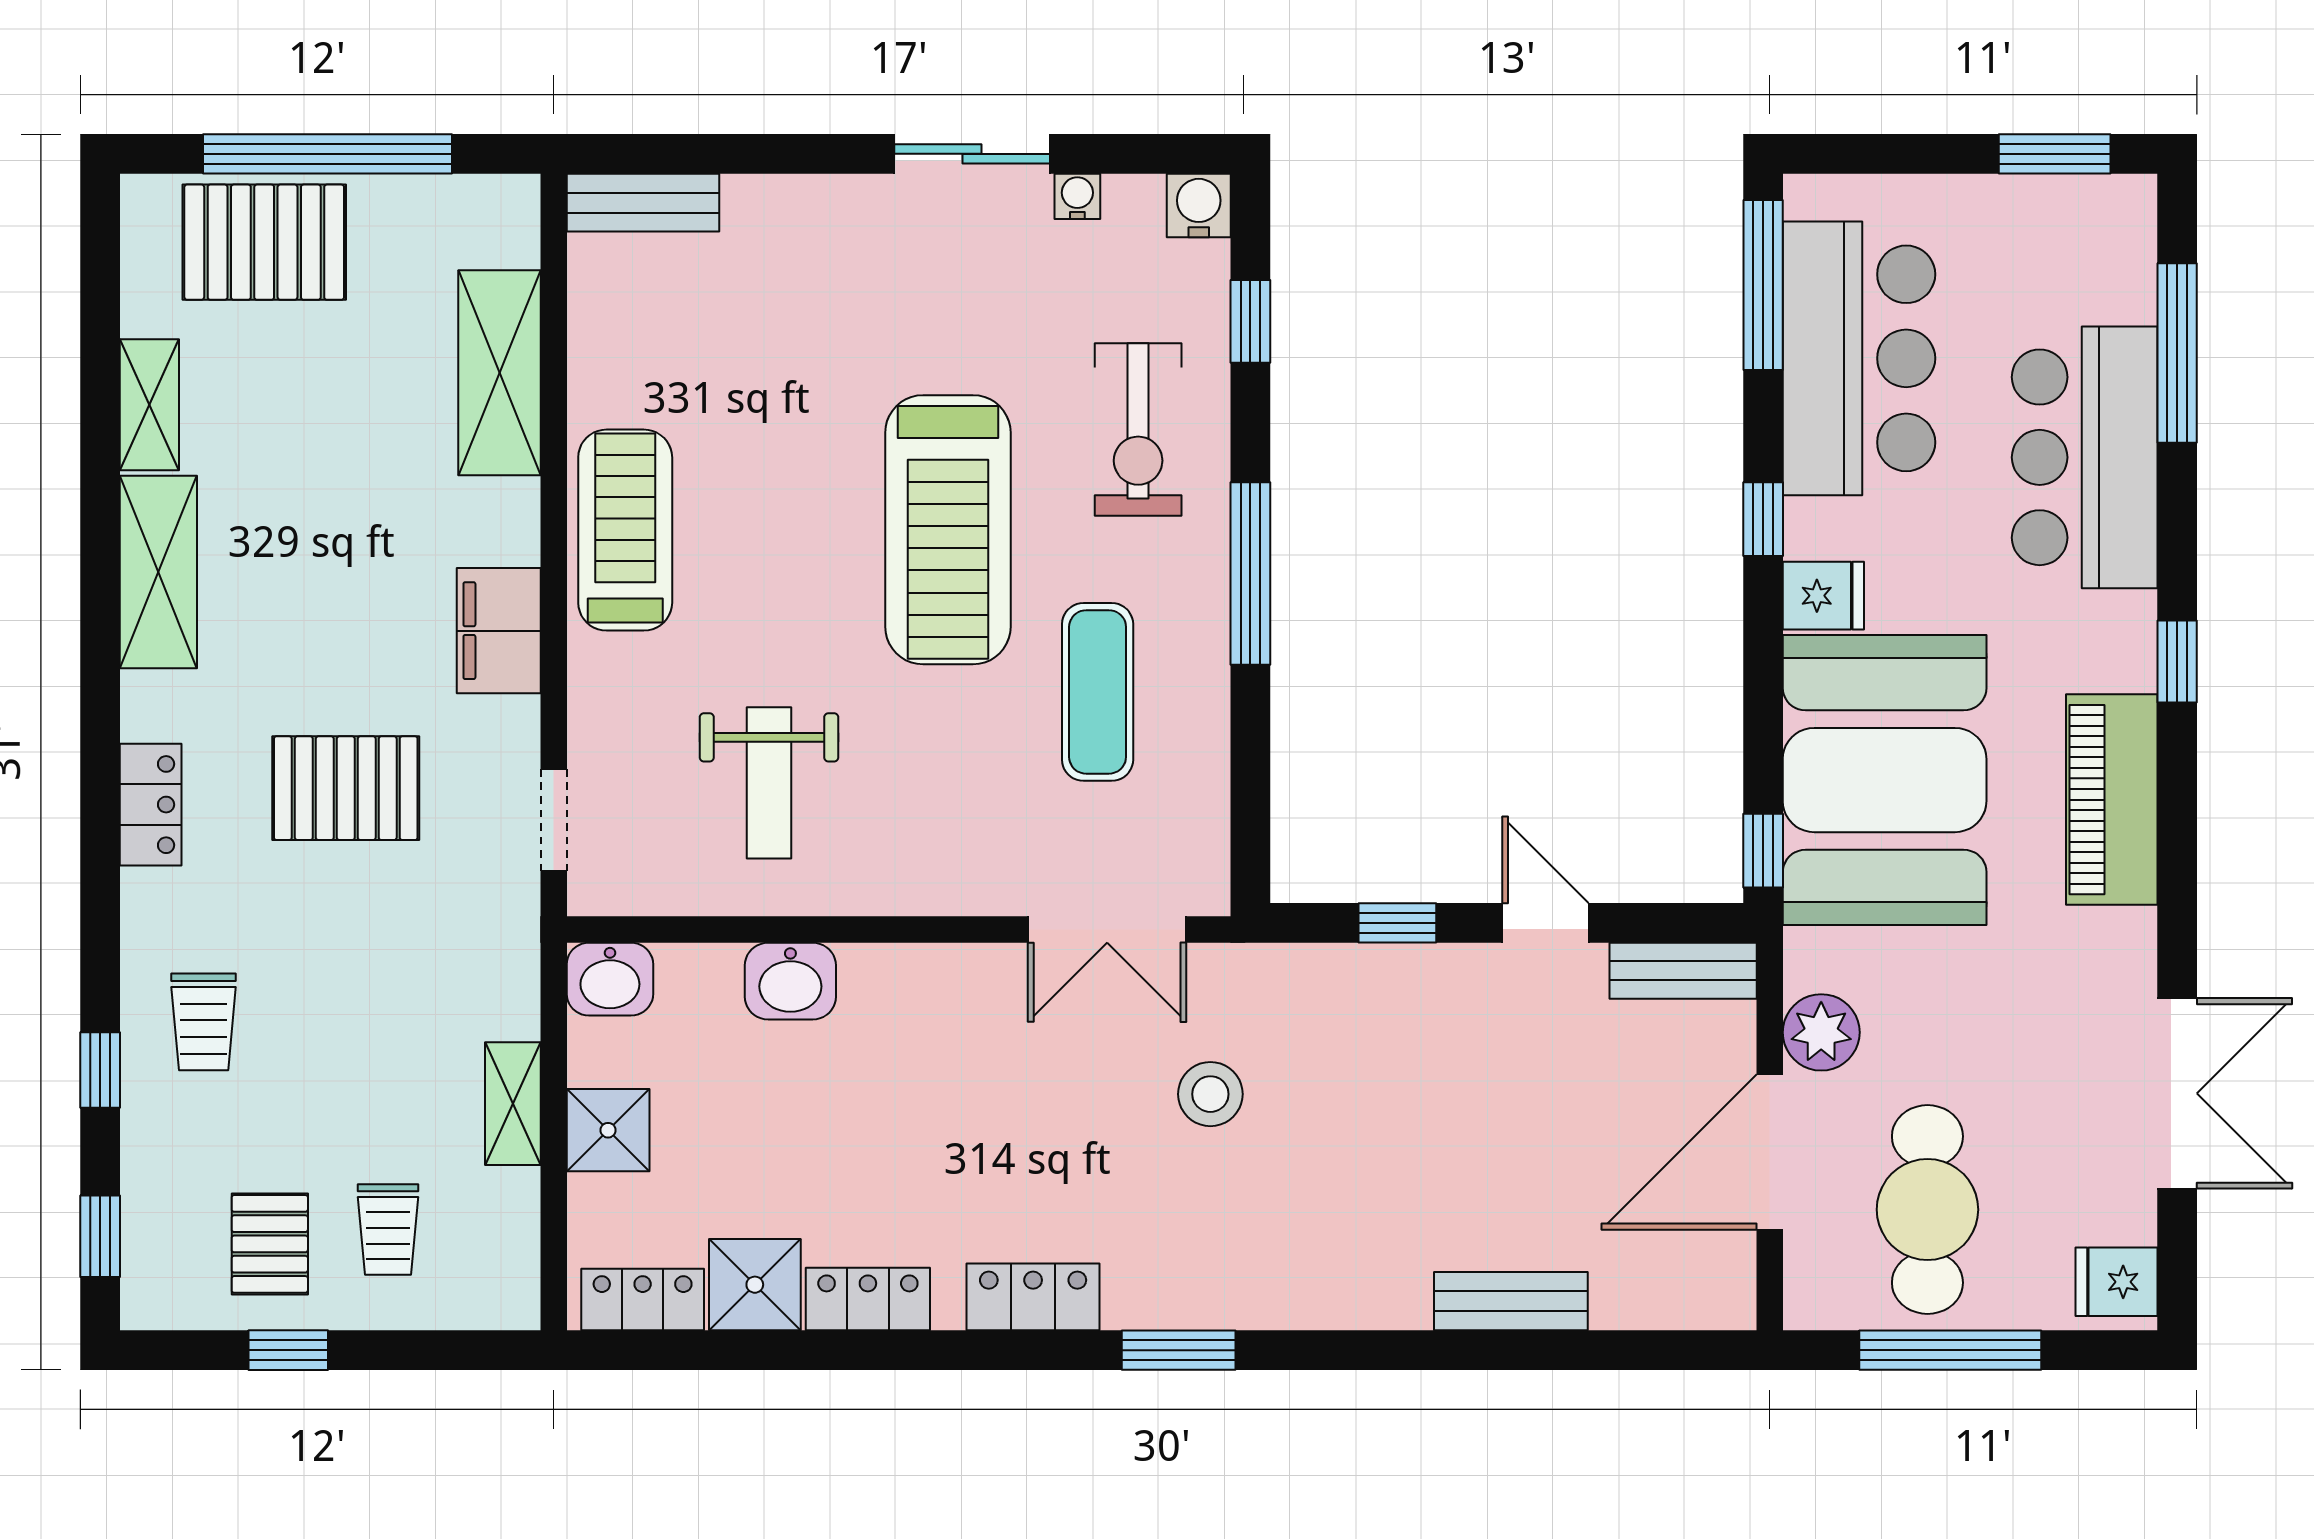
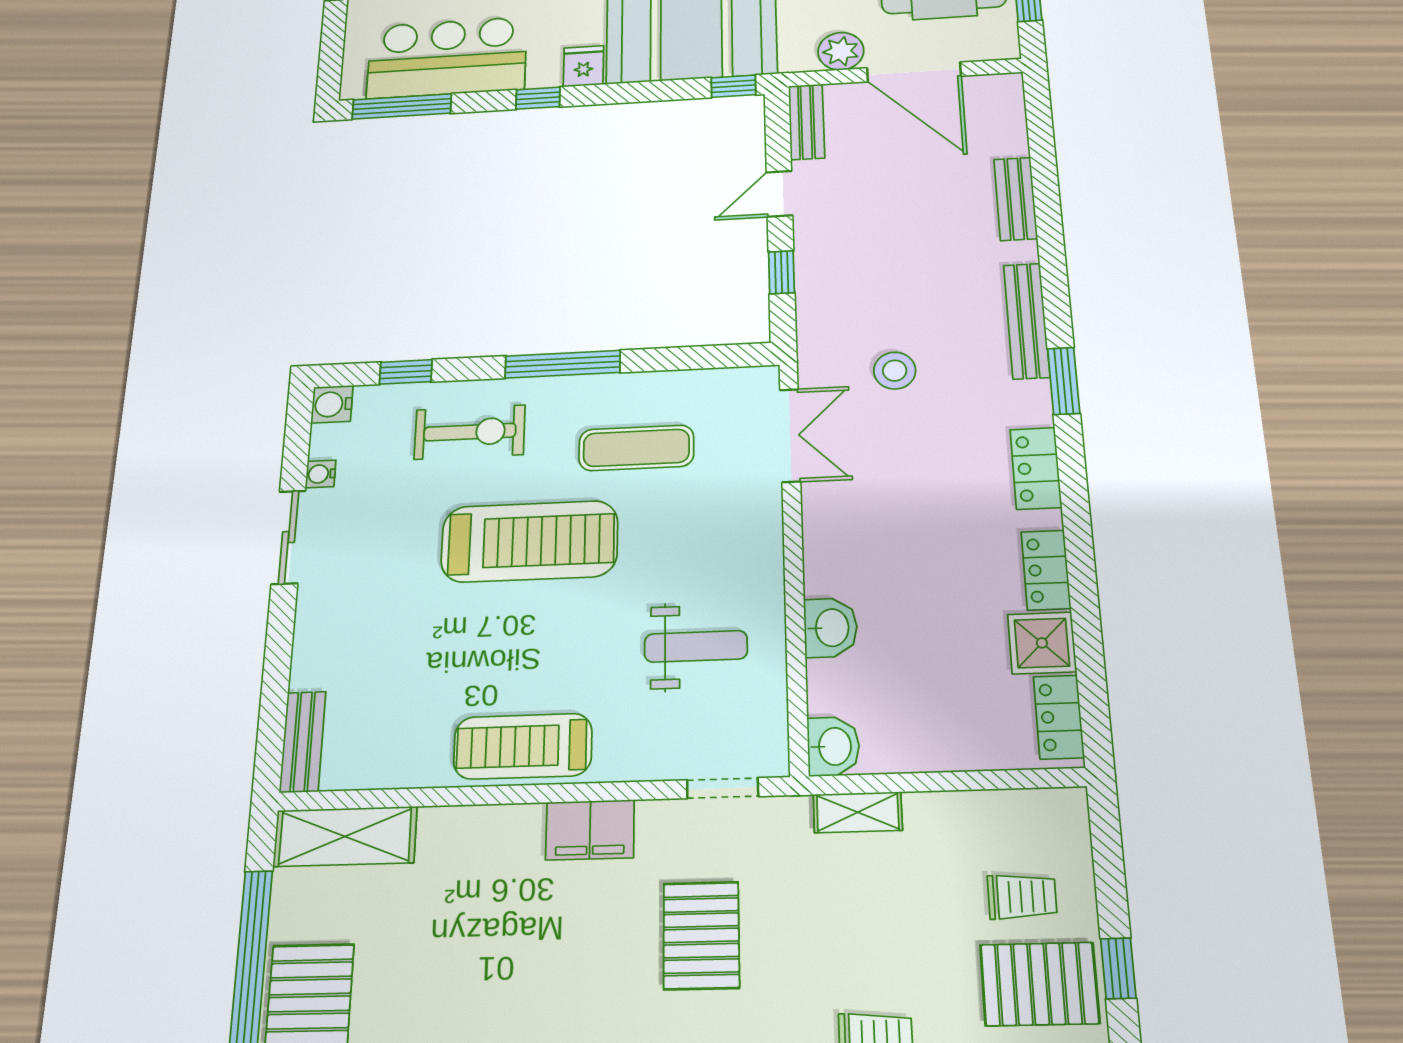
shelving: (499, 373) -> (345, 836), moved
shelving: (513, 1104) -> (858, 812), moved
shower: (608, 1130) -> (940, 744), removed
pallet: (270, 1244) -> (1039, 984), width x1.50, depth x1.42
bench: (1287, 1302) -> (1027, 321), added

